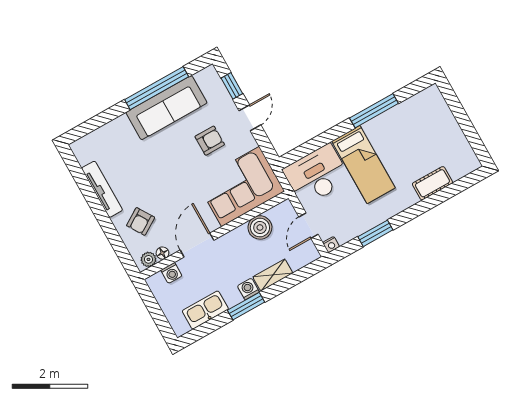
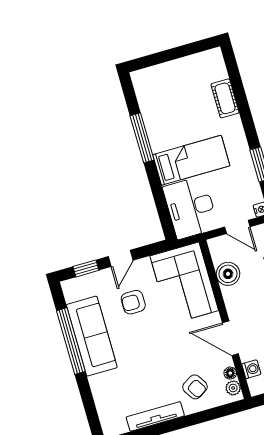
door: (250, 118) -> (121, 258), swing flipped
armchair: (210, 141) -> (133, 302), turned -90

